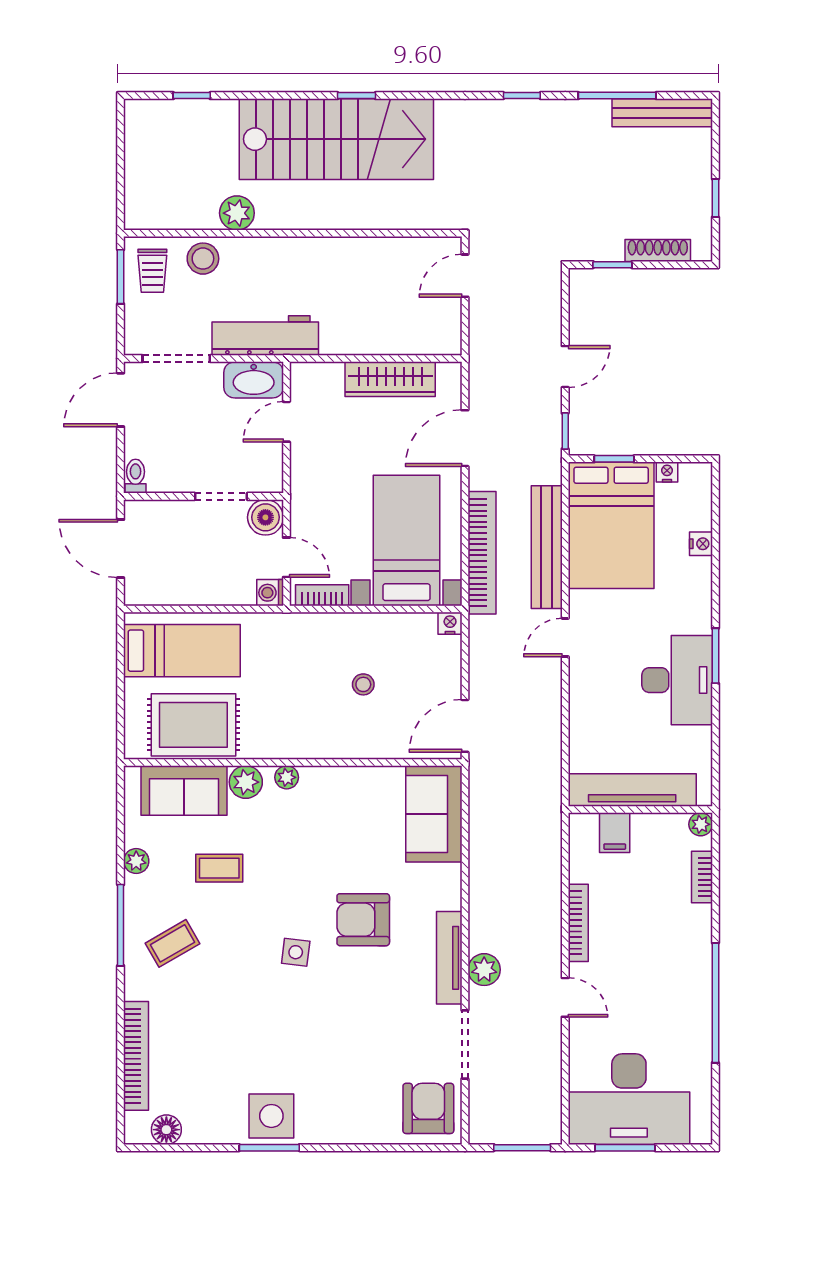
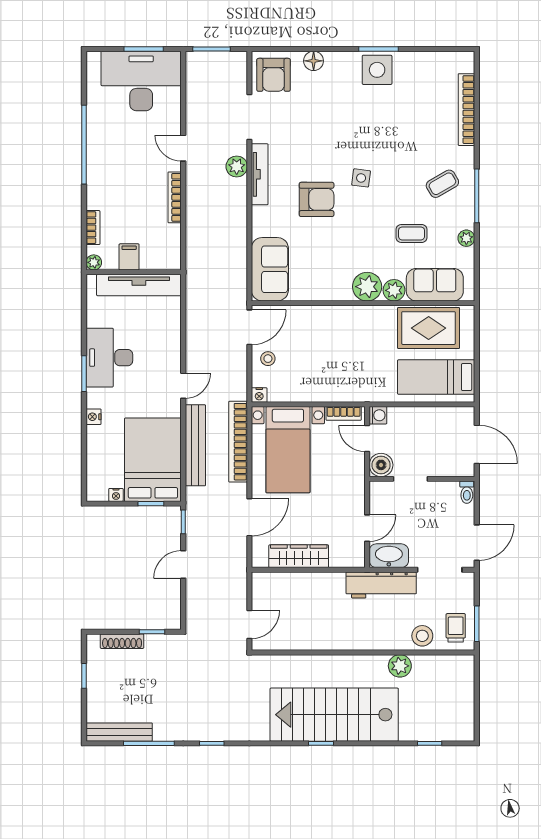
nightstand: (701, 544) -> (94, 417), moved
stool: (363, 684) -> (268, 359), moved
plant: (287, 777) -> (367, 287), width x1.87, depth x1.87
filing cabinet: (615, 833) -> (129, 257), moved
floor lamp: (166, 1130) -> (314, 61), moved

